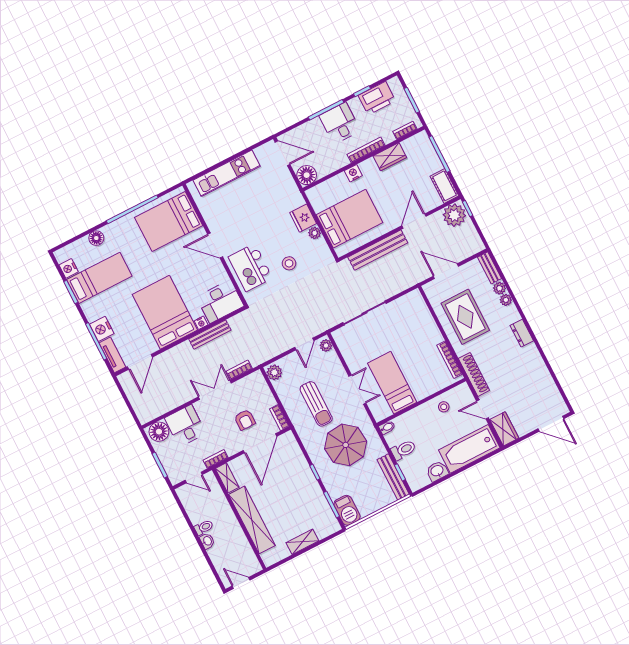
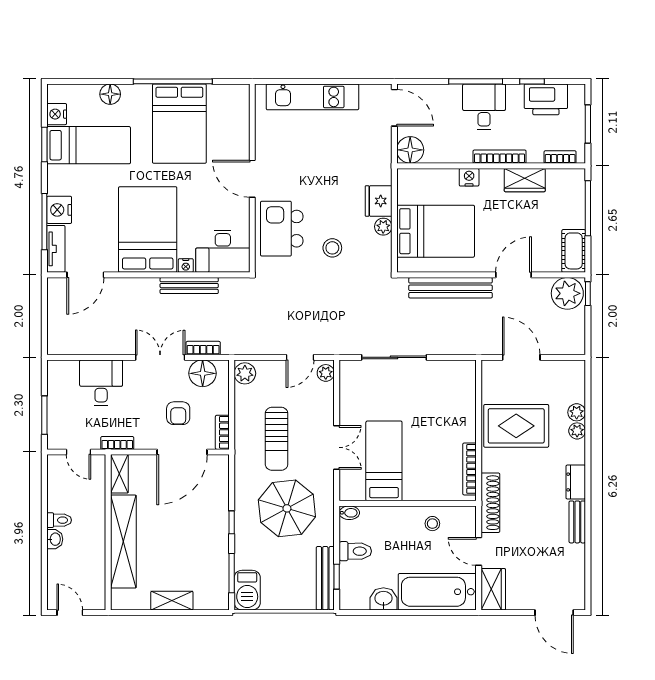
bed: (169, 222) -> (179, 124), moved, turned -90
bench: (489, 268) -> (577, 522), moved
rug: (465, 317) -> (516, 426), turned 90
floor lamp: (159, 432) -> (203, 373), moved

